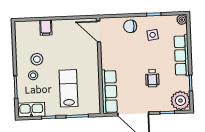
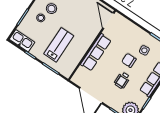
chair: (130, 26) -> (129, 60), moved
row of seats: (109, 92) -> (96, 52), moved

